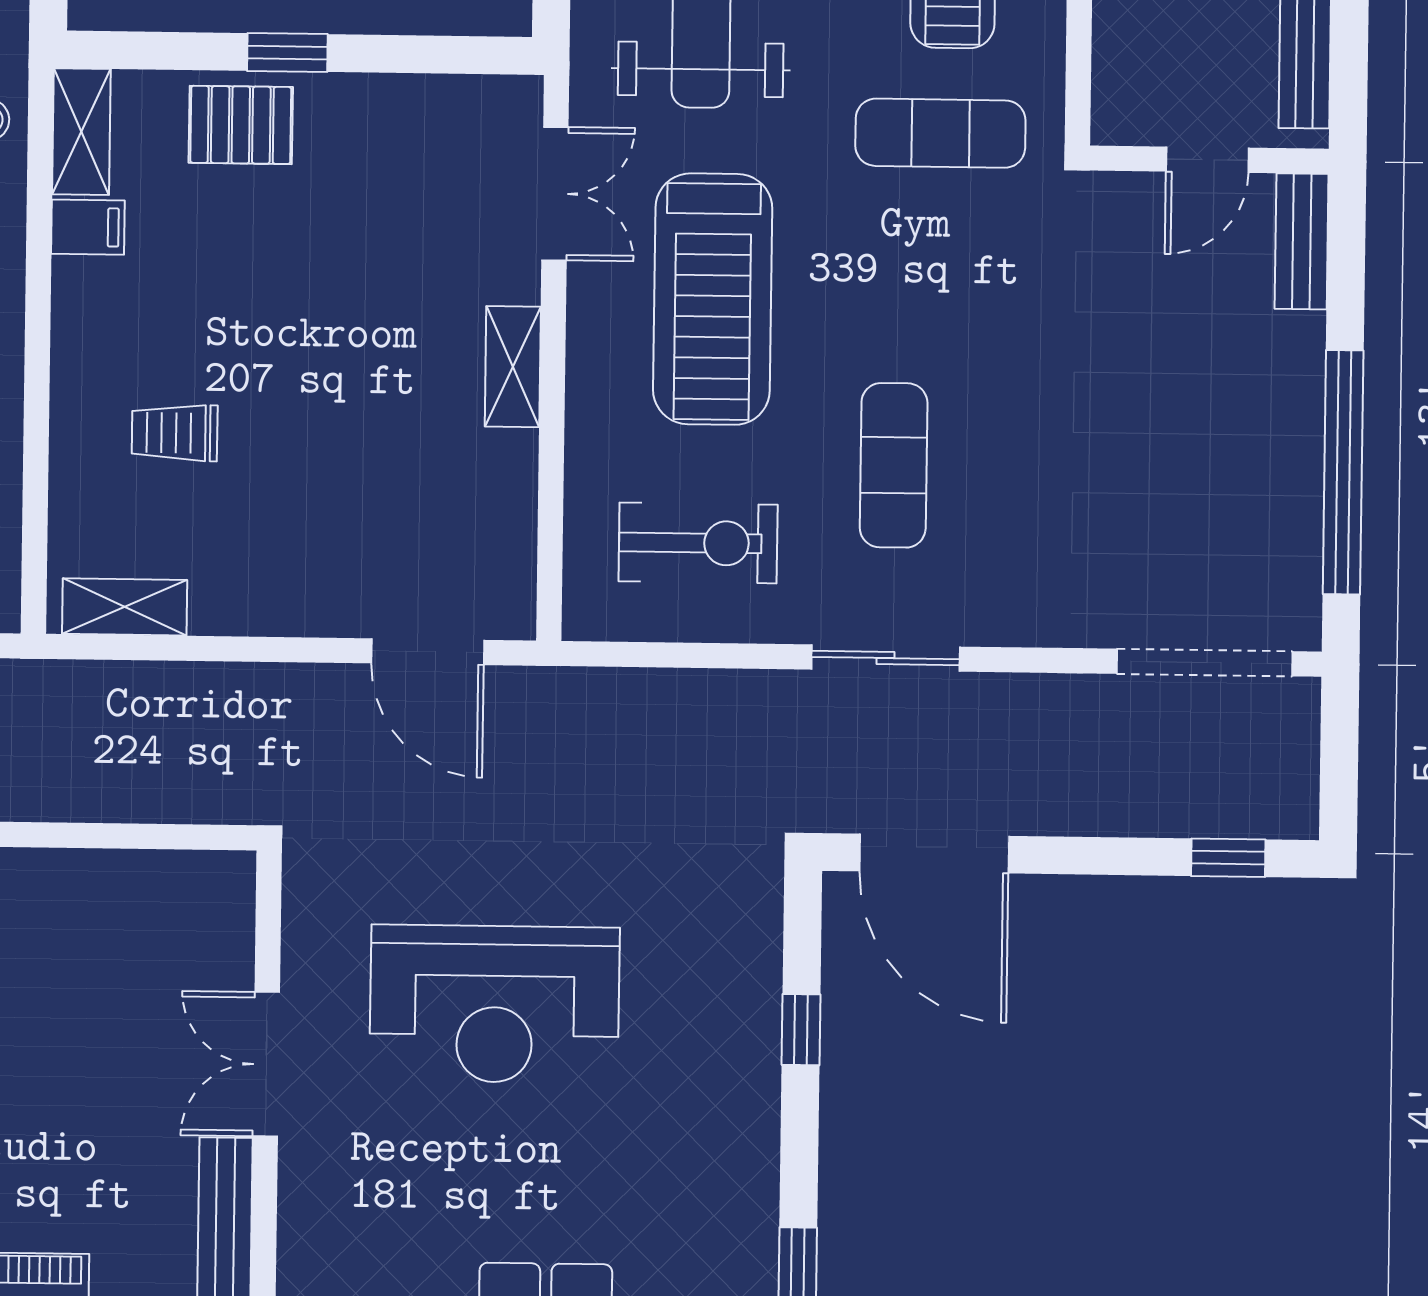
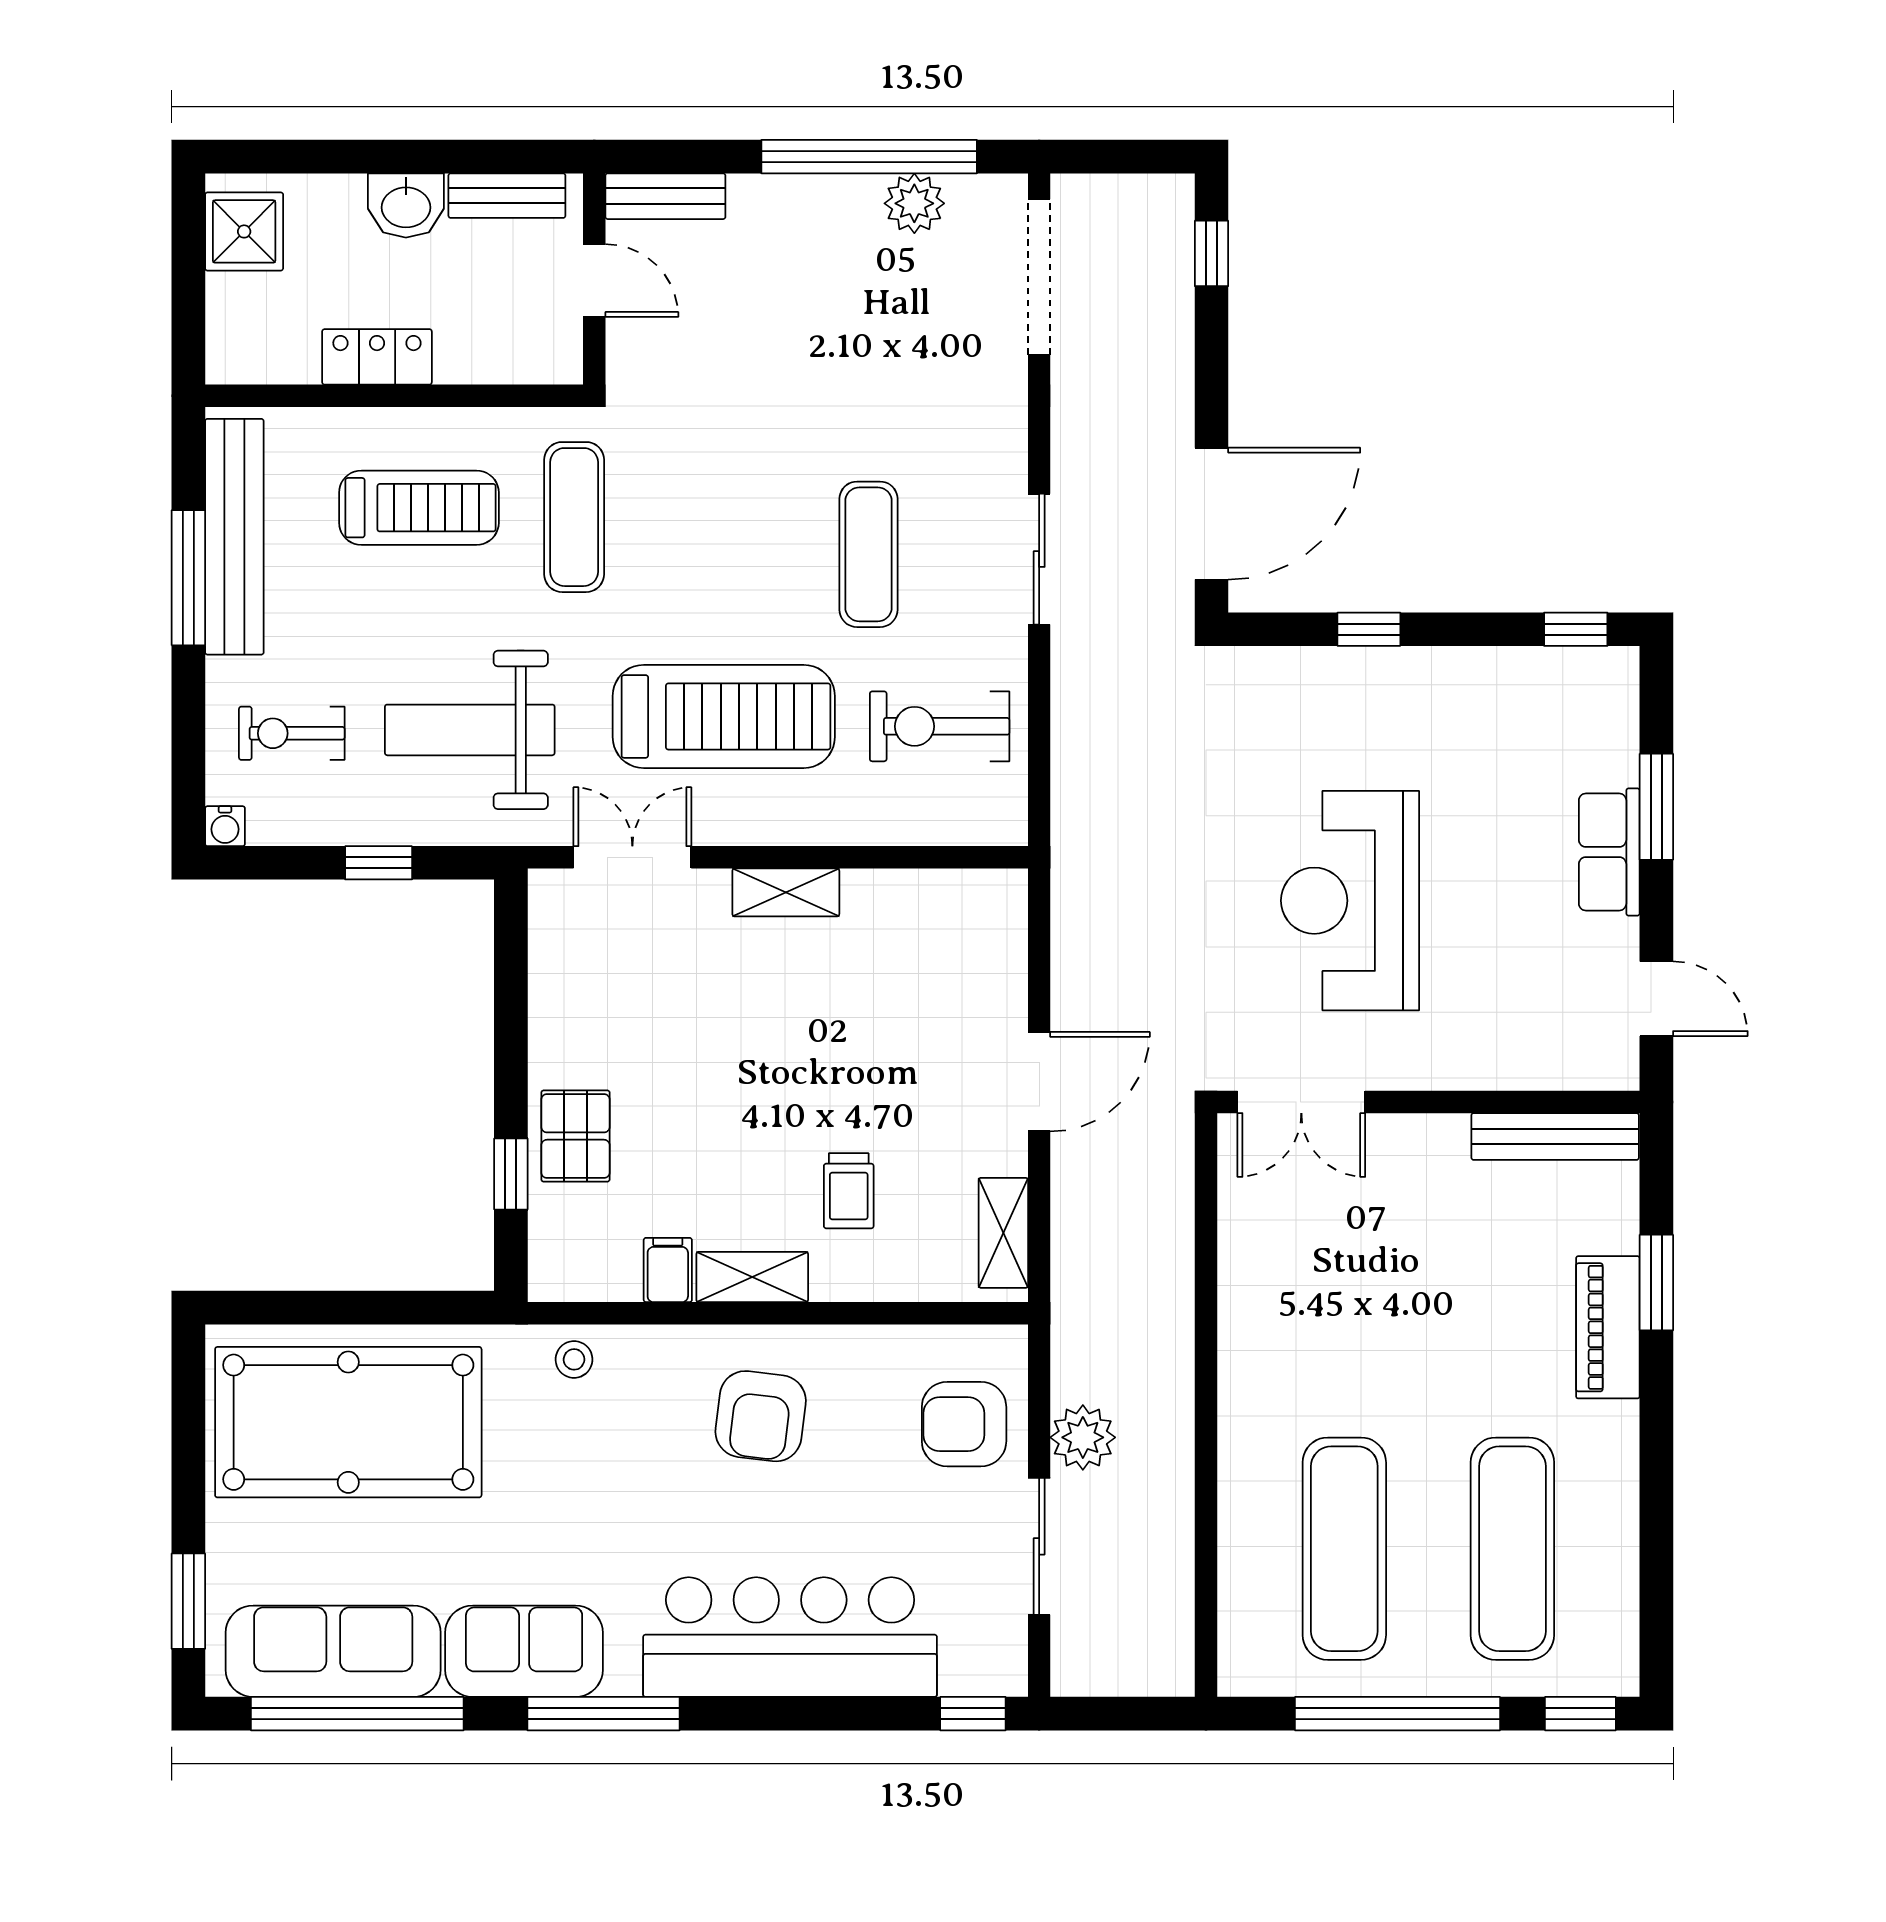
window: (287, 53) -> (511, 1174), moved
shelving: (81, 132) -> (752, 1277), moved
exercise mat: (894, 465) -> (869, 554), turned 90
plant: (1290, 523) -> (914, 203), added
exercise bike: (698, 543) -> (940, 726), turned -90
door: (428, 652) -> (1039, 1082), moved
reception desk: (495, 1004) -> (1350, 901), turned 180
double door: (266, 1064) -> (1301, 1102), moved

